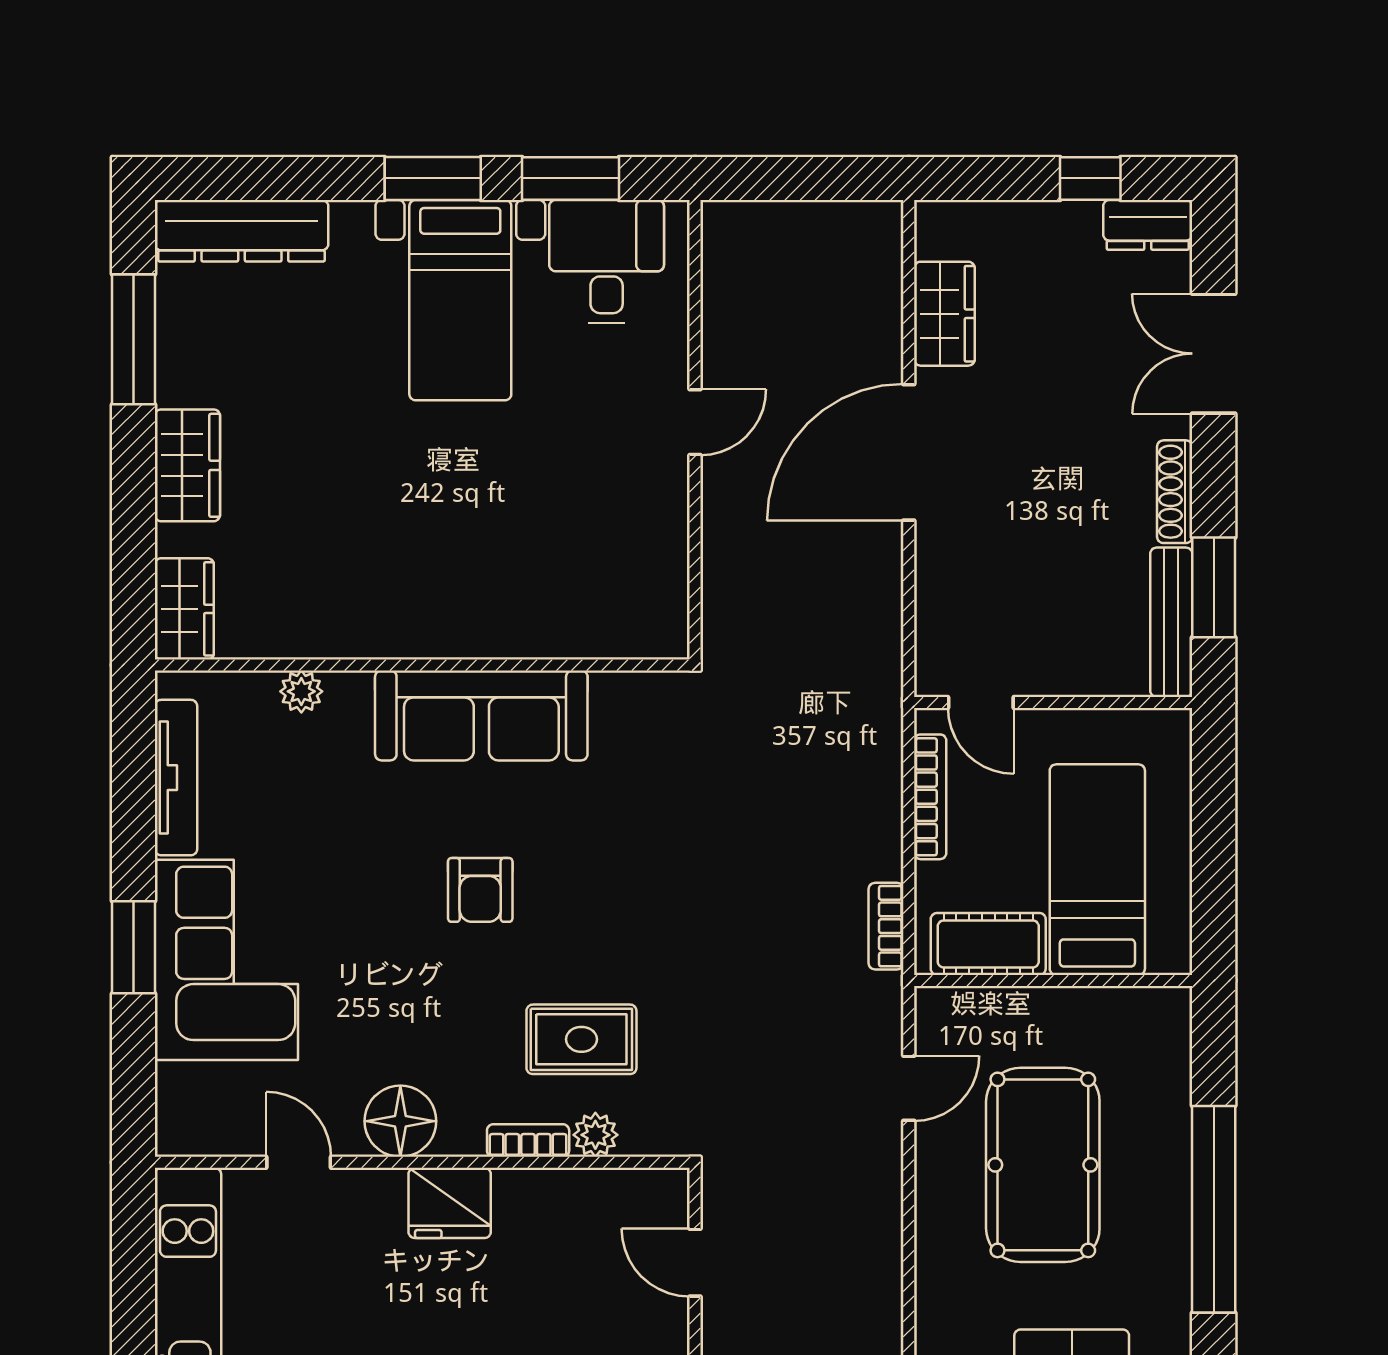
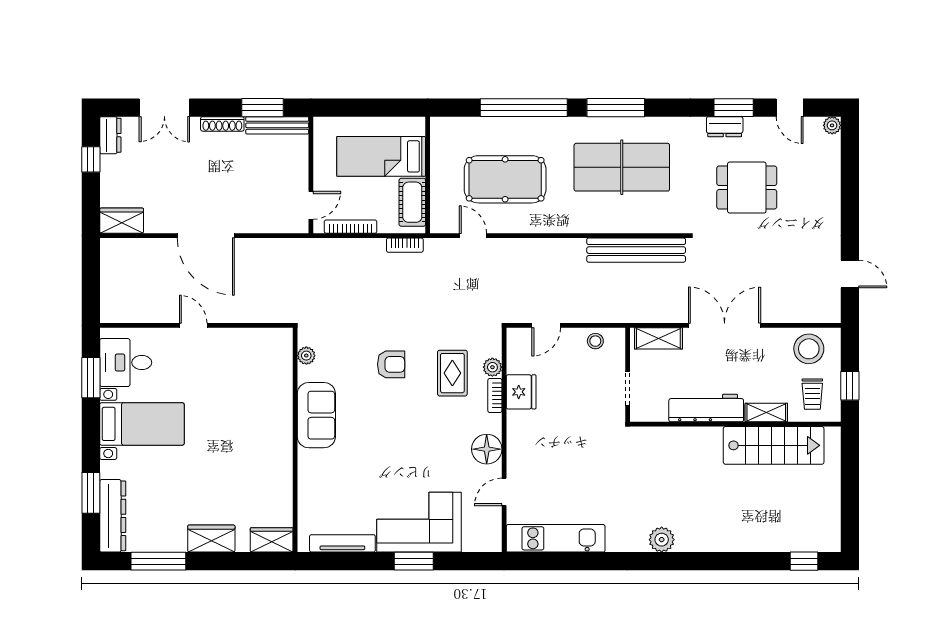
window: (433, 178) -> (91, 493), moved
wardrobe: (944, 314) -> (122, 221), moved
plant: (301, 691) -> (306, 356), moved
sofa: (481, 715) -> (316, 415), width x0.73
armchair: (480, 890) -> (391, 364), moved
fridge: (450, 1203) -> (521, 392), moved

